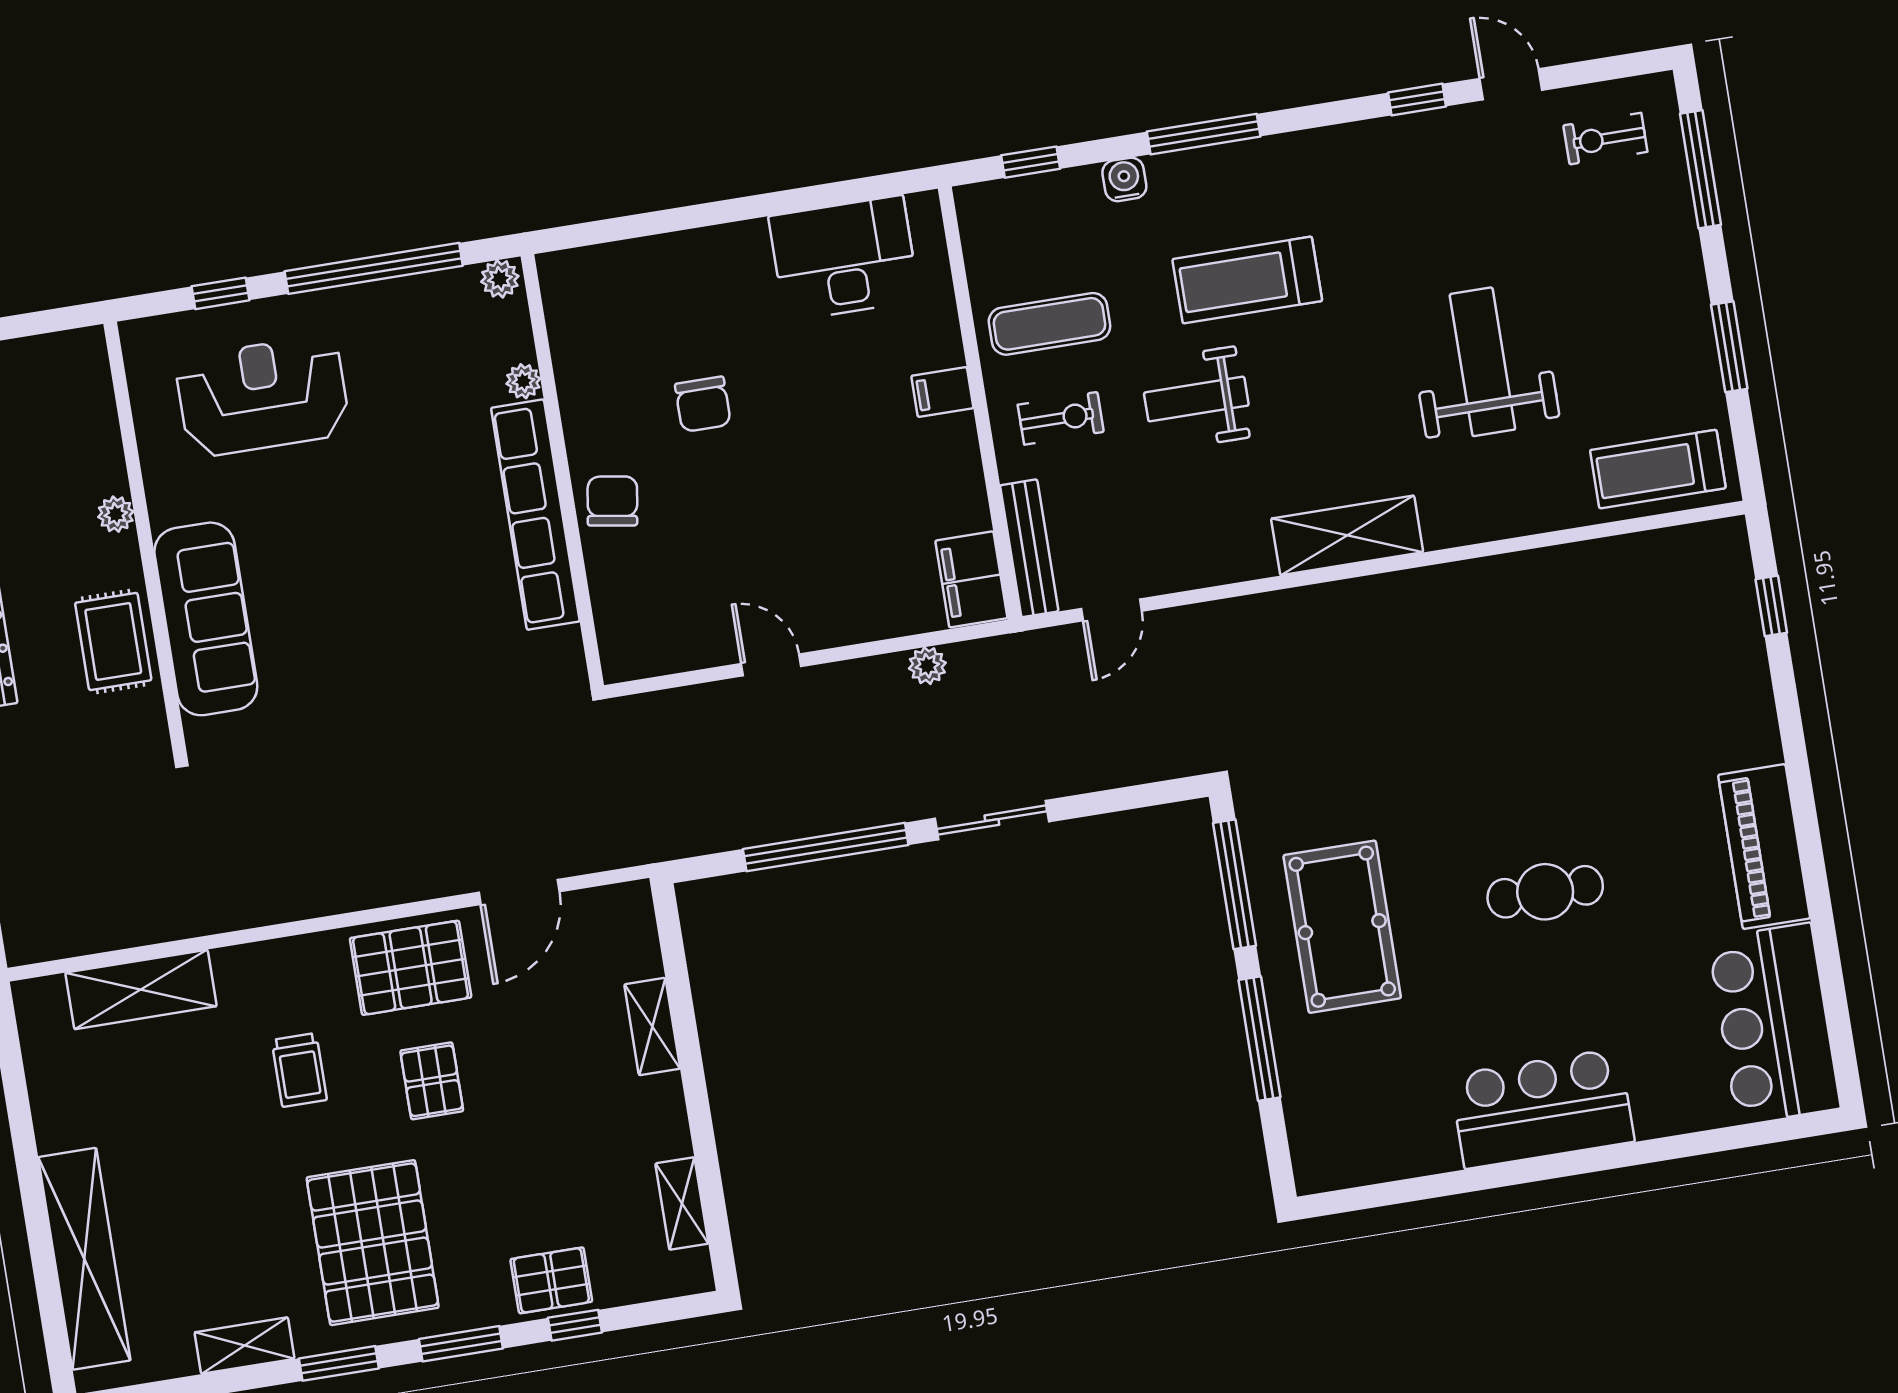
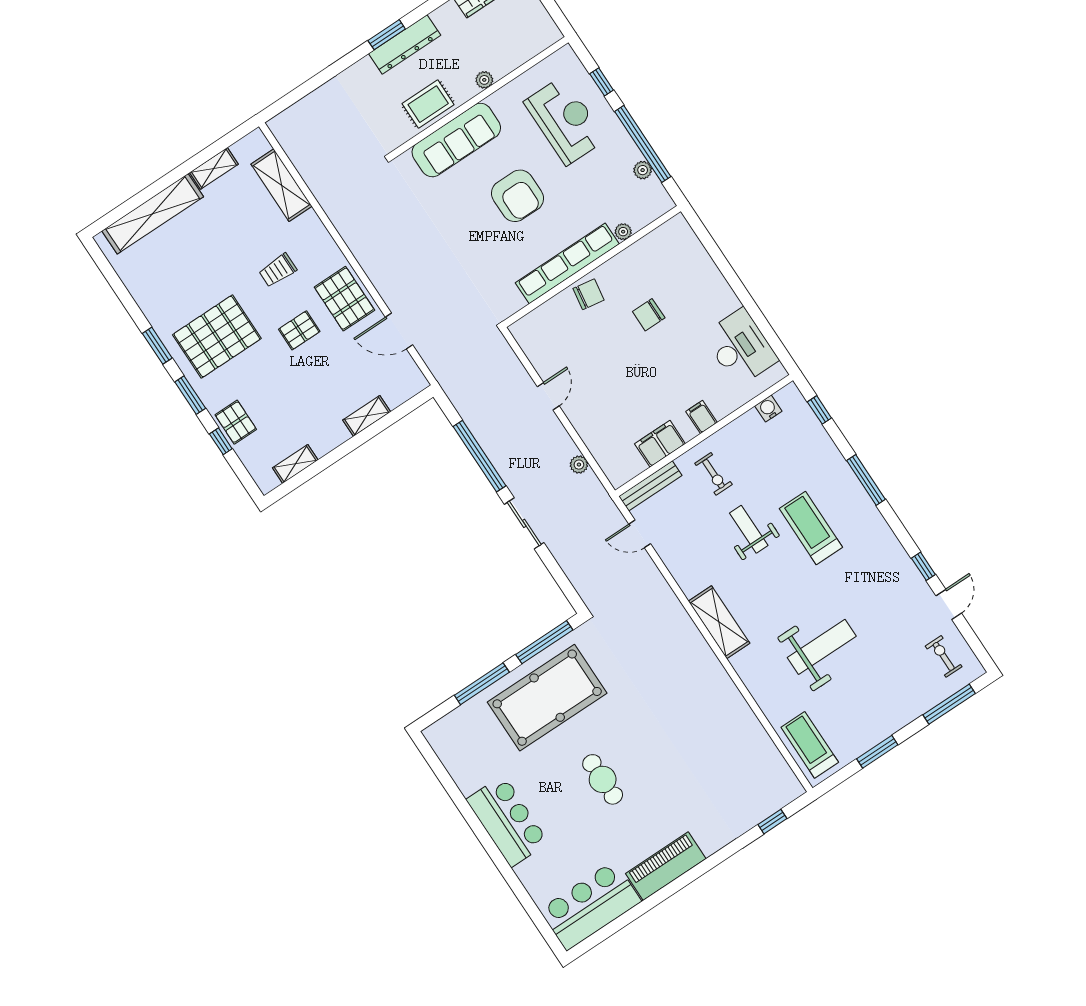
water cooler: (1124, 179) -> (768, 409), moved, turned -90
plant: (500, 279) -> (643, 170), moved
exercise mat: (1049, 324) -> (753, 450), removed
armchair: (364, 551) -> (518, 196), added
filing cabinet: (971, 579) -> (660, 444), moved
pool table: (1342, 927) -> (547, 698), width x1.36, depth x1.32
shelving: (244, 1346) -> (214, 168), moved, turned 90

